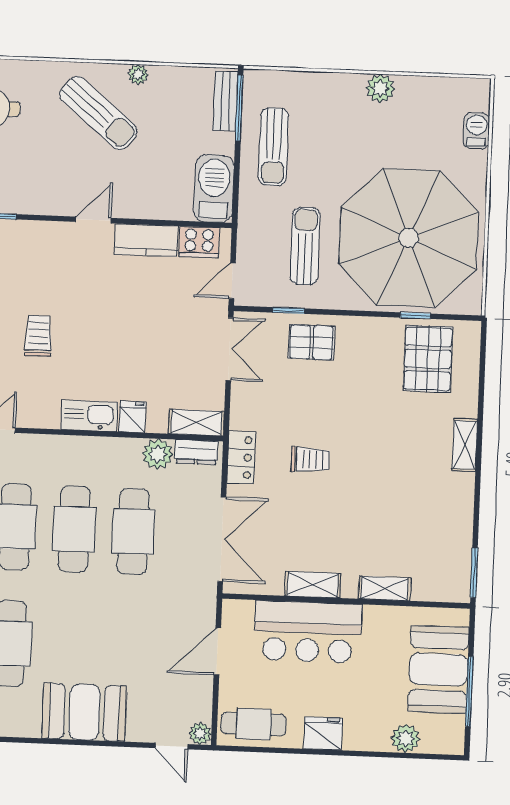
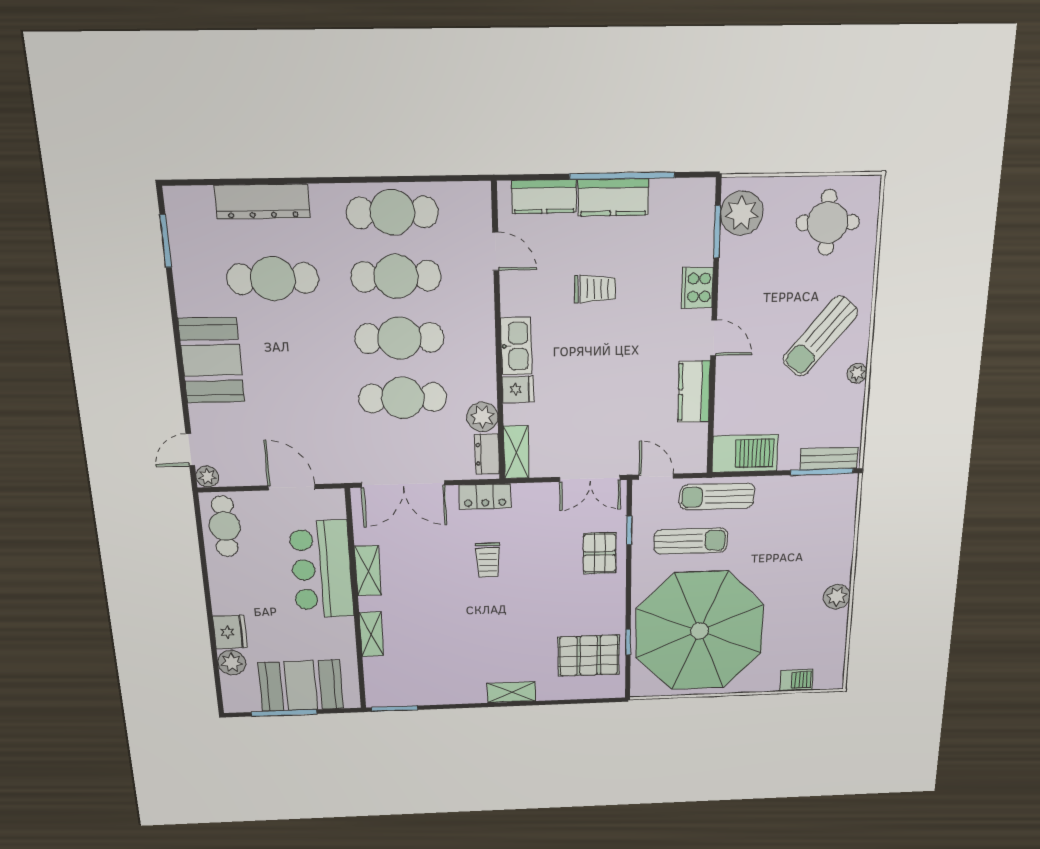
sun lounger: (274, 147) -> (717, 496), moved
cooker: (199, 242) -> (697, 288), moved
fridge: (323, 733) -> (230, 632), moved

